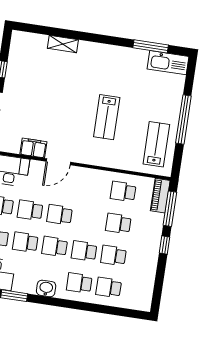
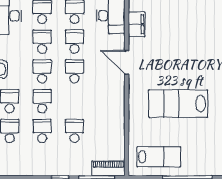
lab bench: (107, 117) -> (178, 104), width x1.36, depth x1.39
filing cabinet: (33, 148) -> (137, 24), moved
school desk: (123, 192) -> (107, 131), removed

